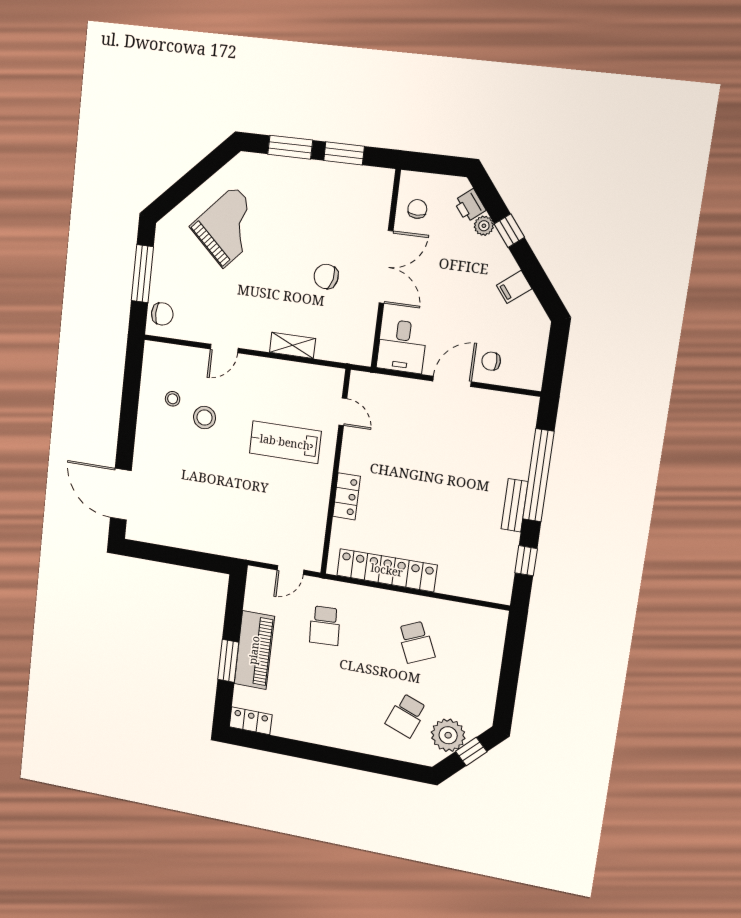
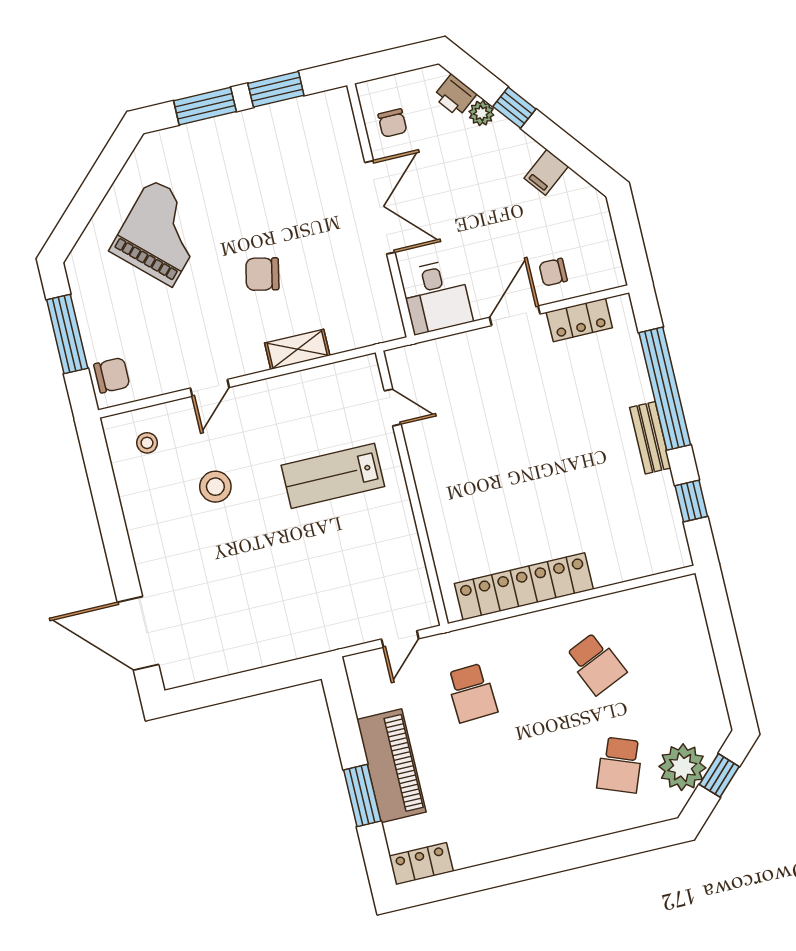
chair: (417, 209) -> (392, 123), turned 180
chair: (326, 276) -> (262, 274), moved
stool: (173, 399) -> (147, 443), moved
locker: (346, 496) -> (579, 320), moved, turned 90

